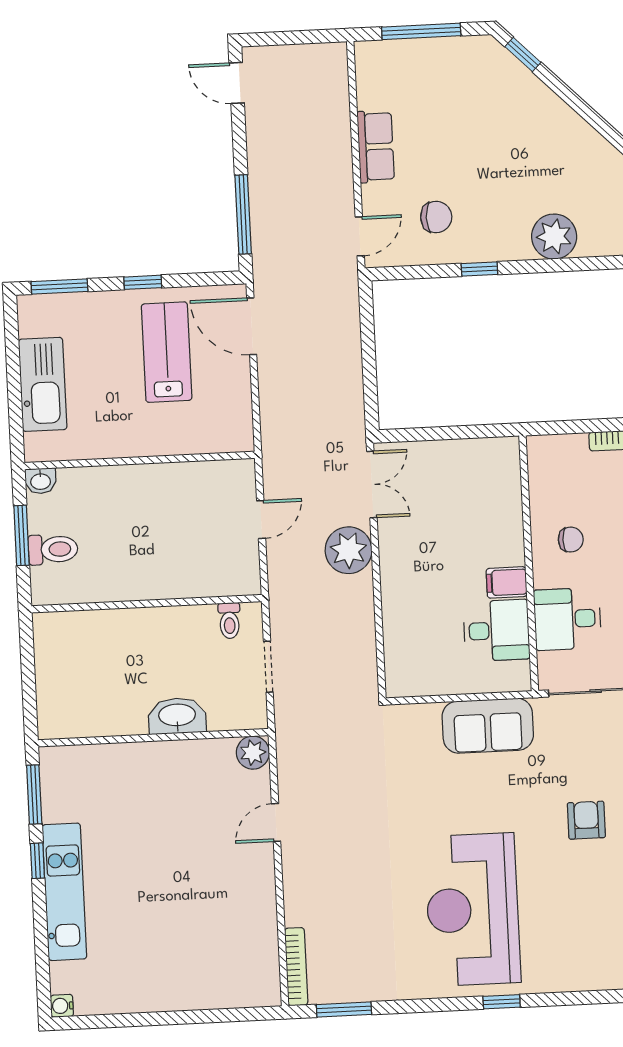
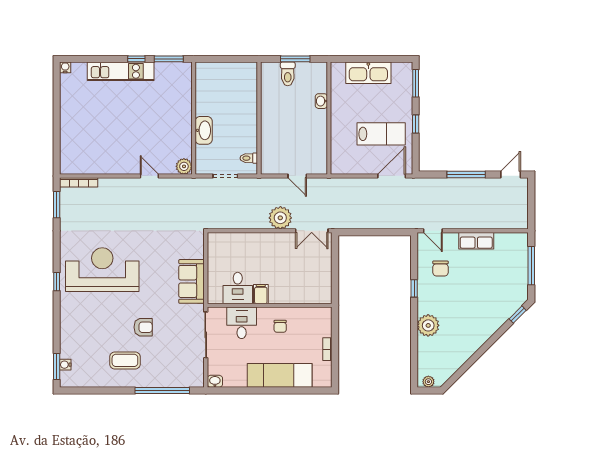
window: (243, 214) -> (466, 174), moved
washbasin: (41, 481) -> (321, 101), moved

